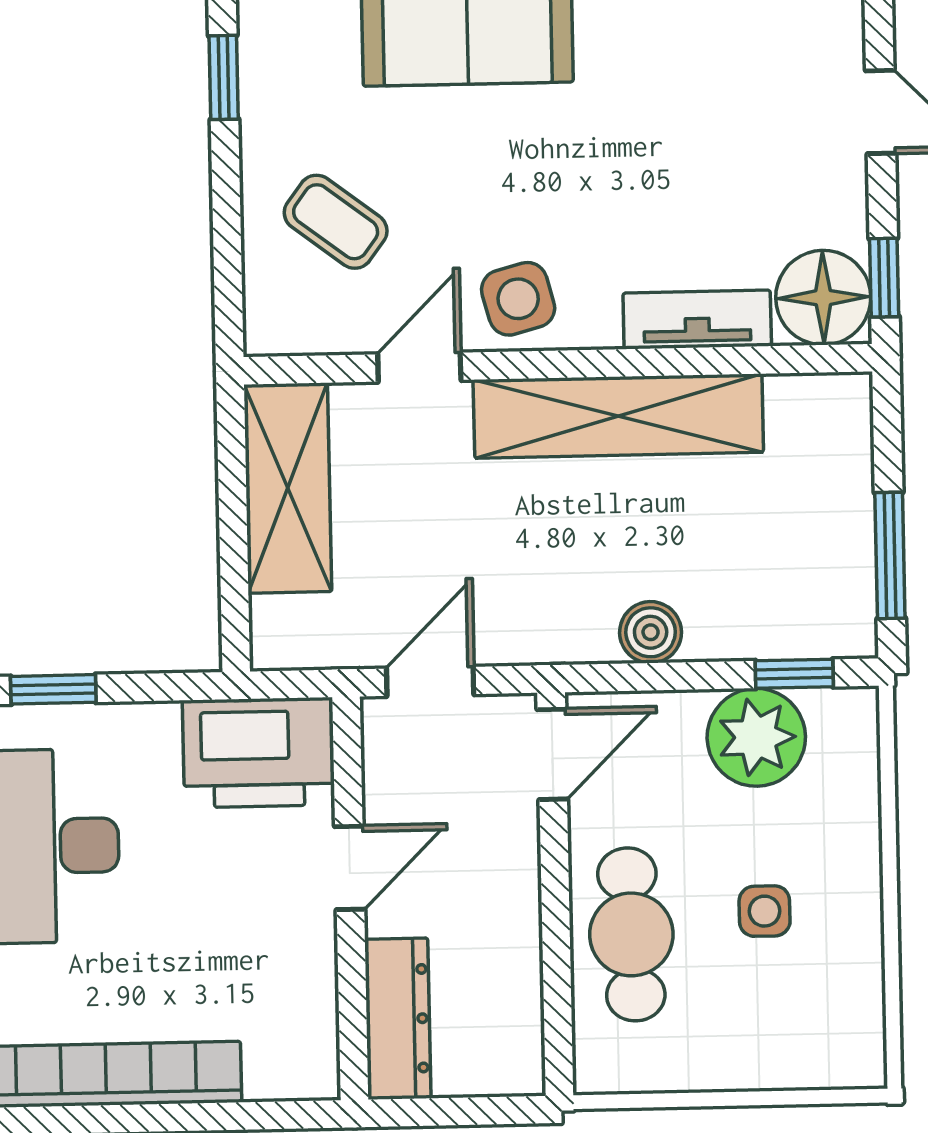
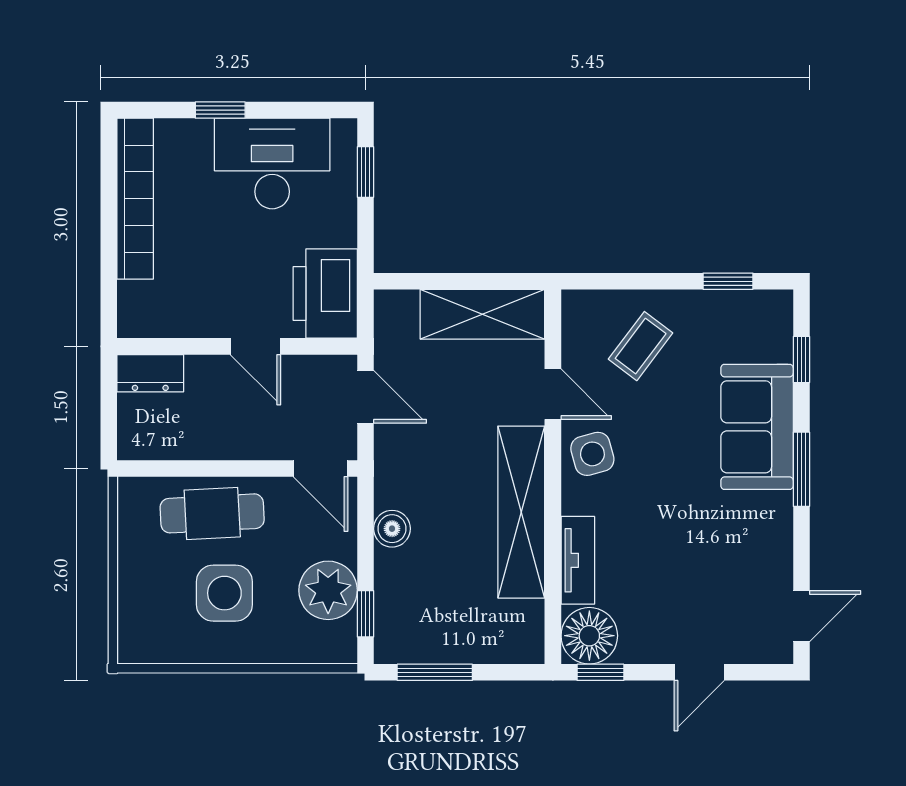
side table: (765, 911) -> (224, 593), width x1.87, depth x1.87
dresser: (398, 1019) -> (150, 373), width x0.70

